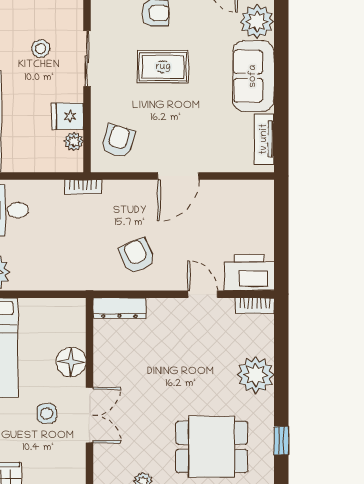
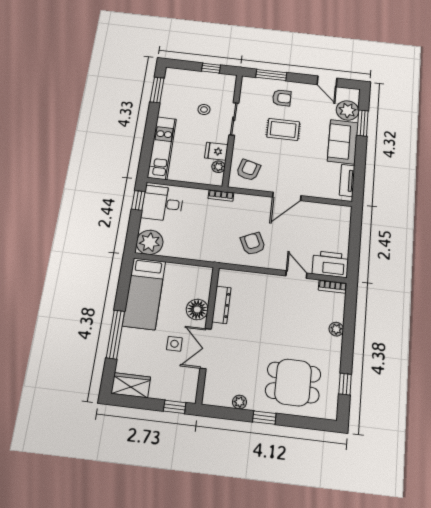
window: (281, 40) -> (363, 123), added
dresser: (119, 308) -> (221, 305), moved, turned -90
plant: (255, 375) -> (336, 329), width x0.53, depth x0.53
double door: (90, 415) -> (206, 349), swing flipped

